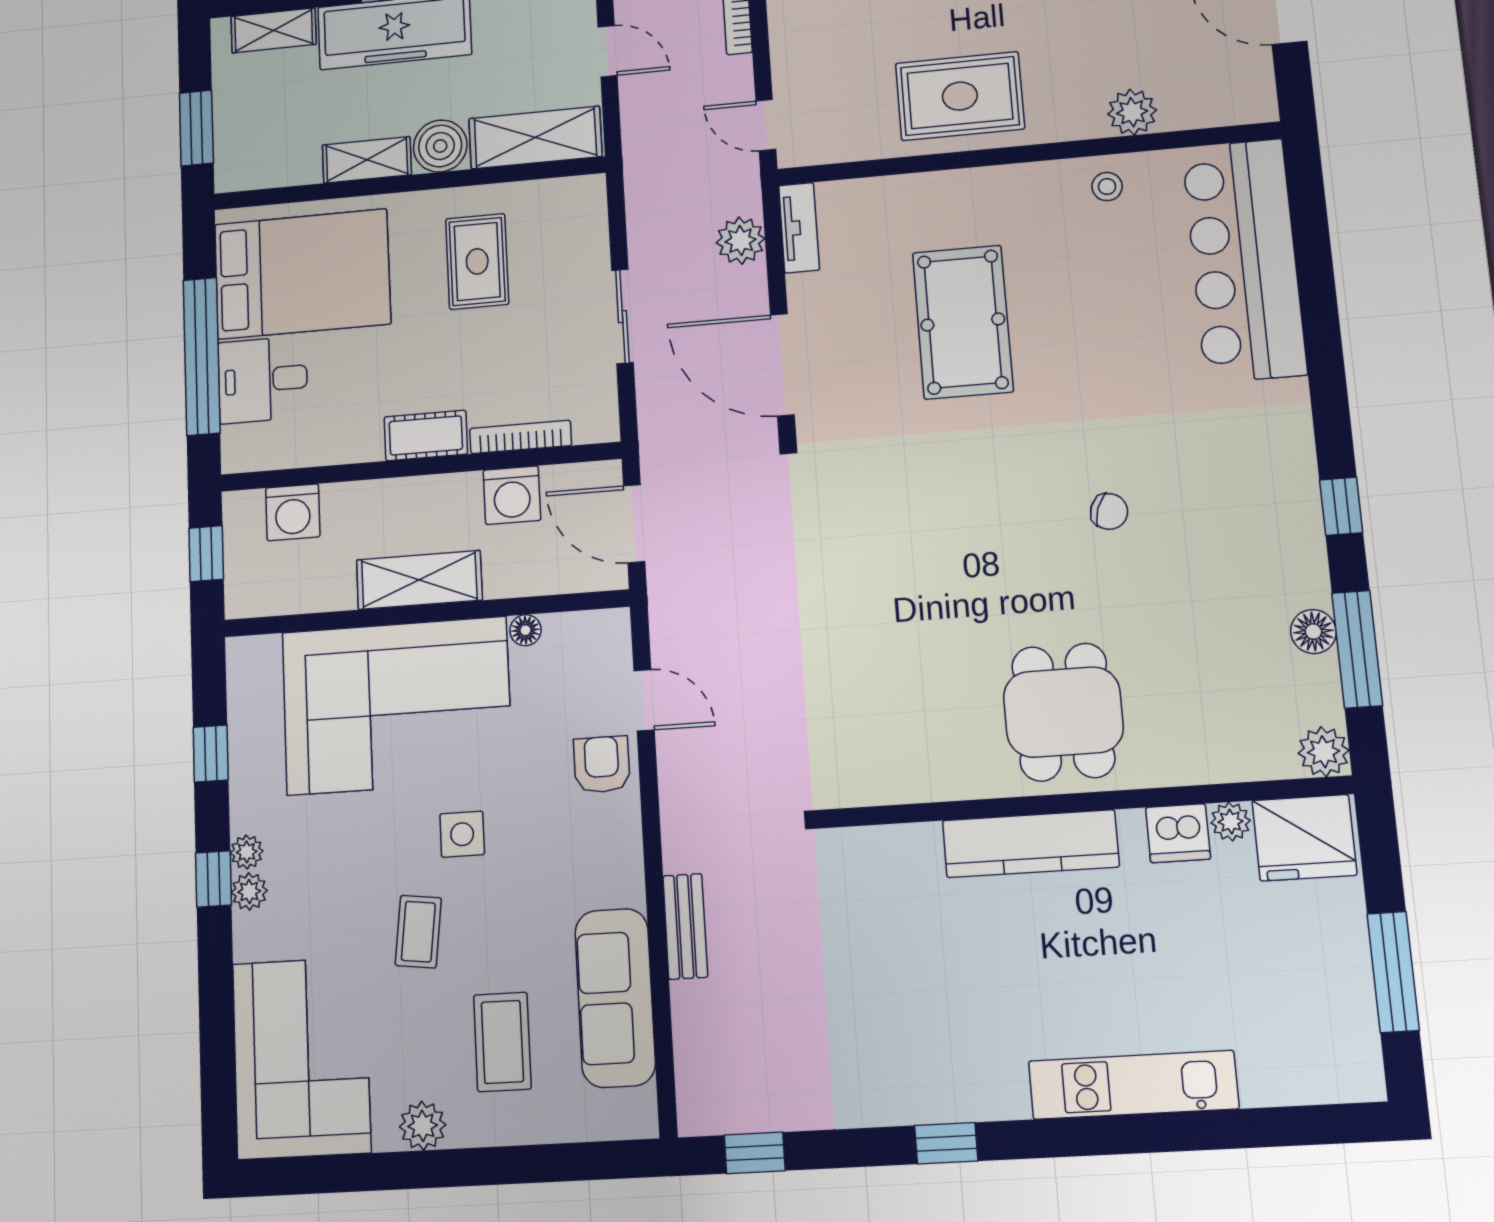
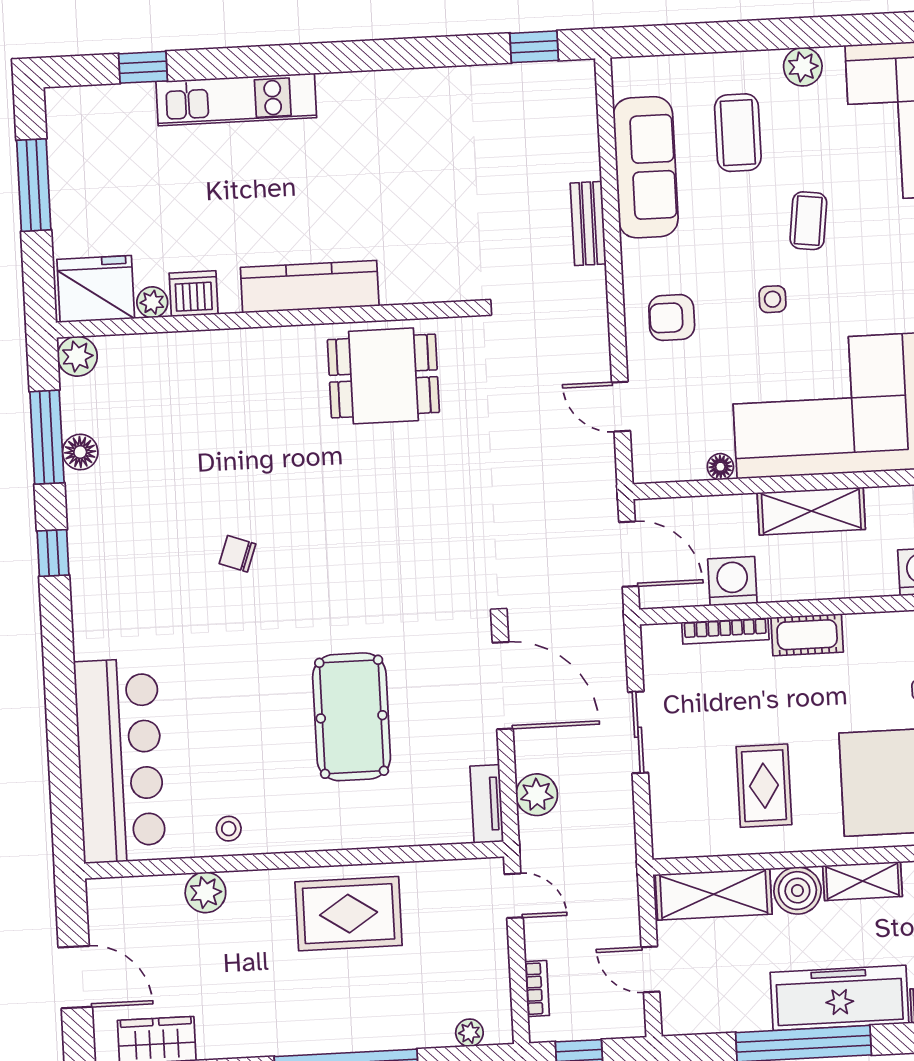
dining table: (1063, 712) -> (383, 376), moved, turned 90
armchair: (602, 765) -> (672, 318), moved, turned 90
side table: (462, 834) -> (773, 299), width x0.73, depth x0.73
window: (946, 1143) -> (143, 67), moved

